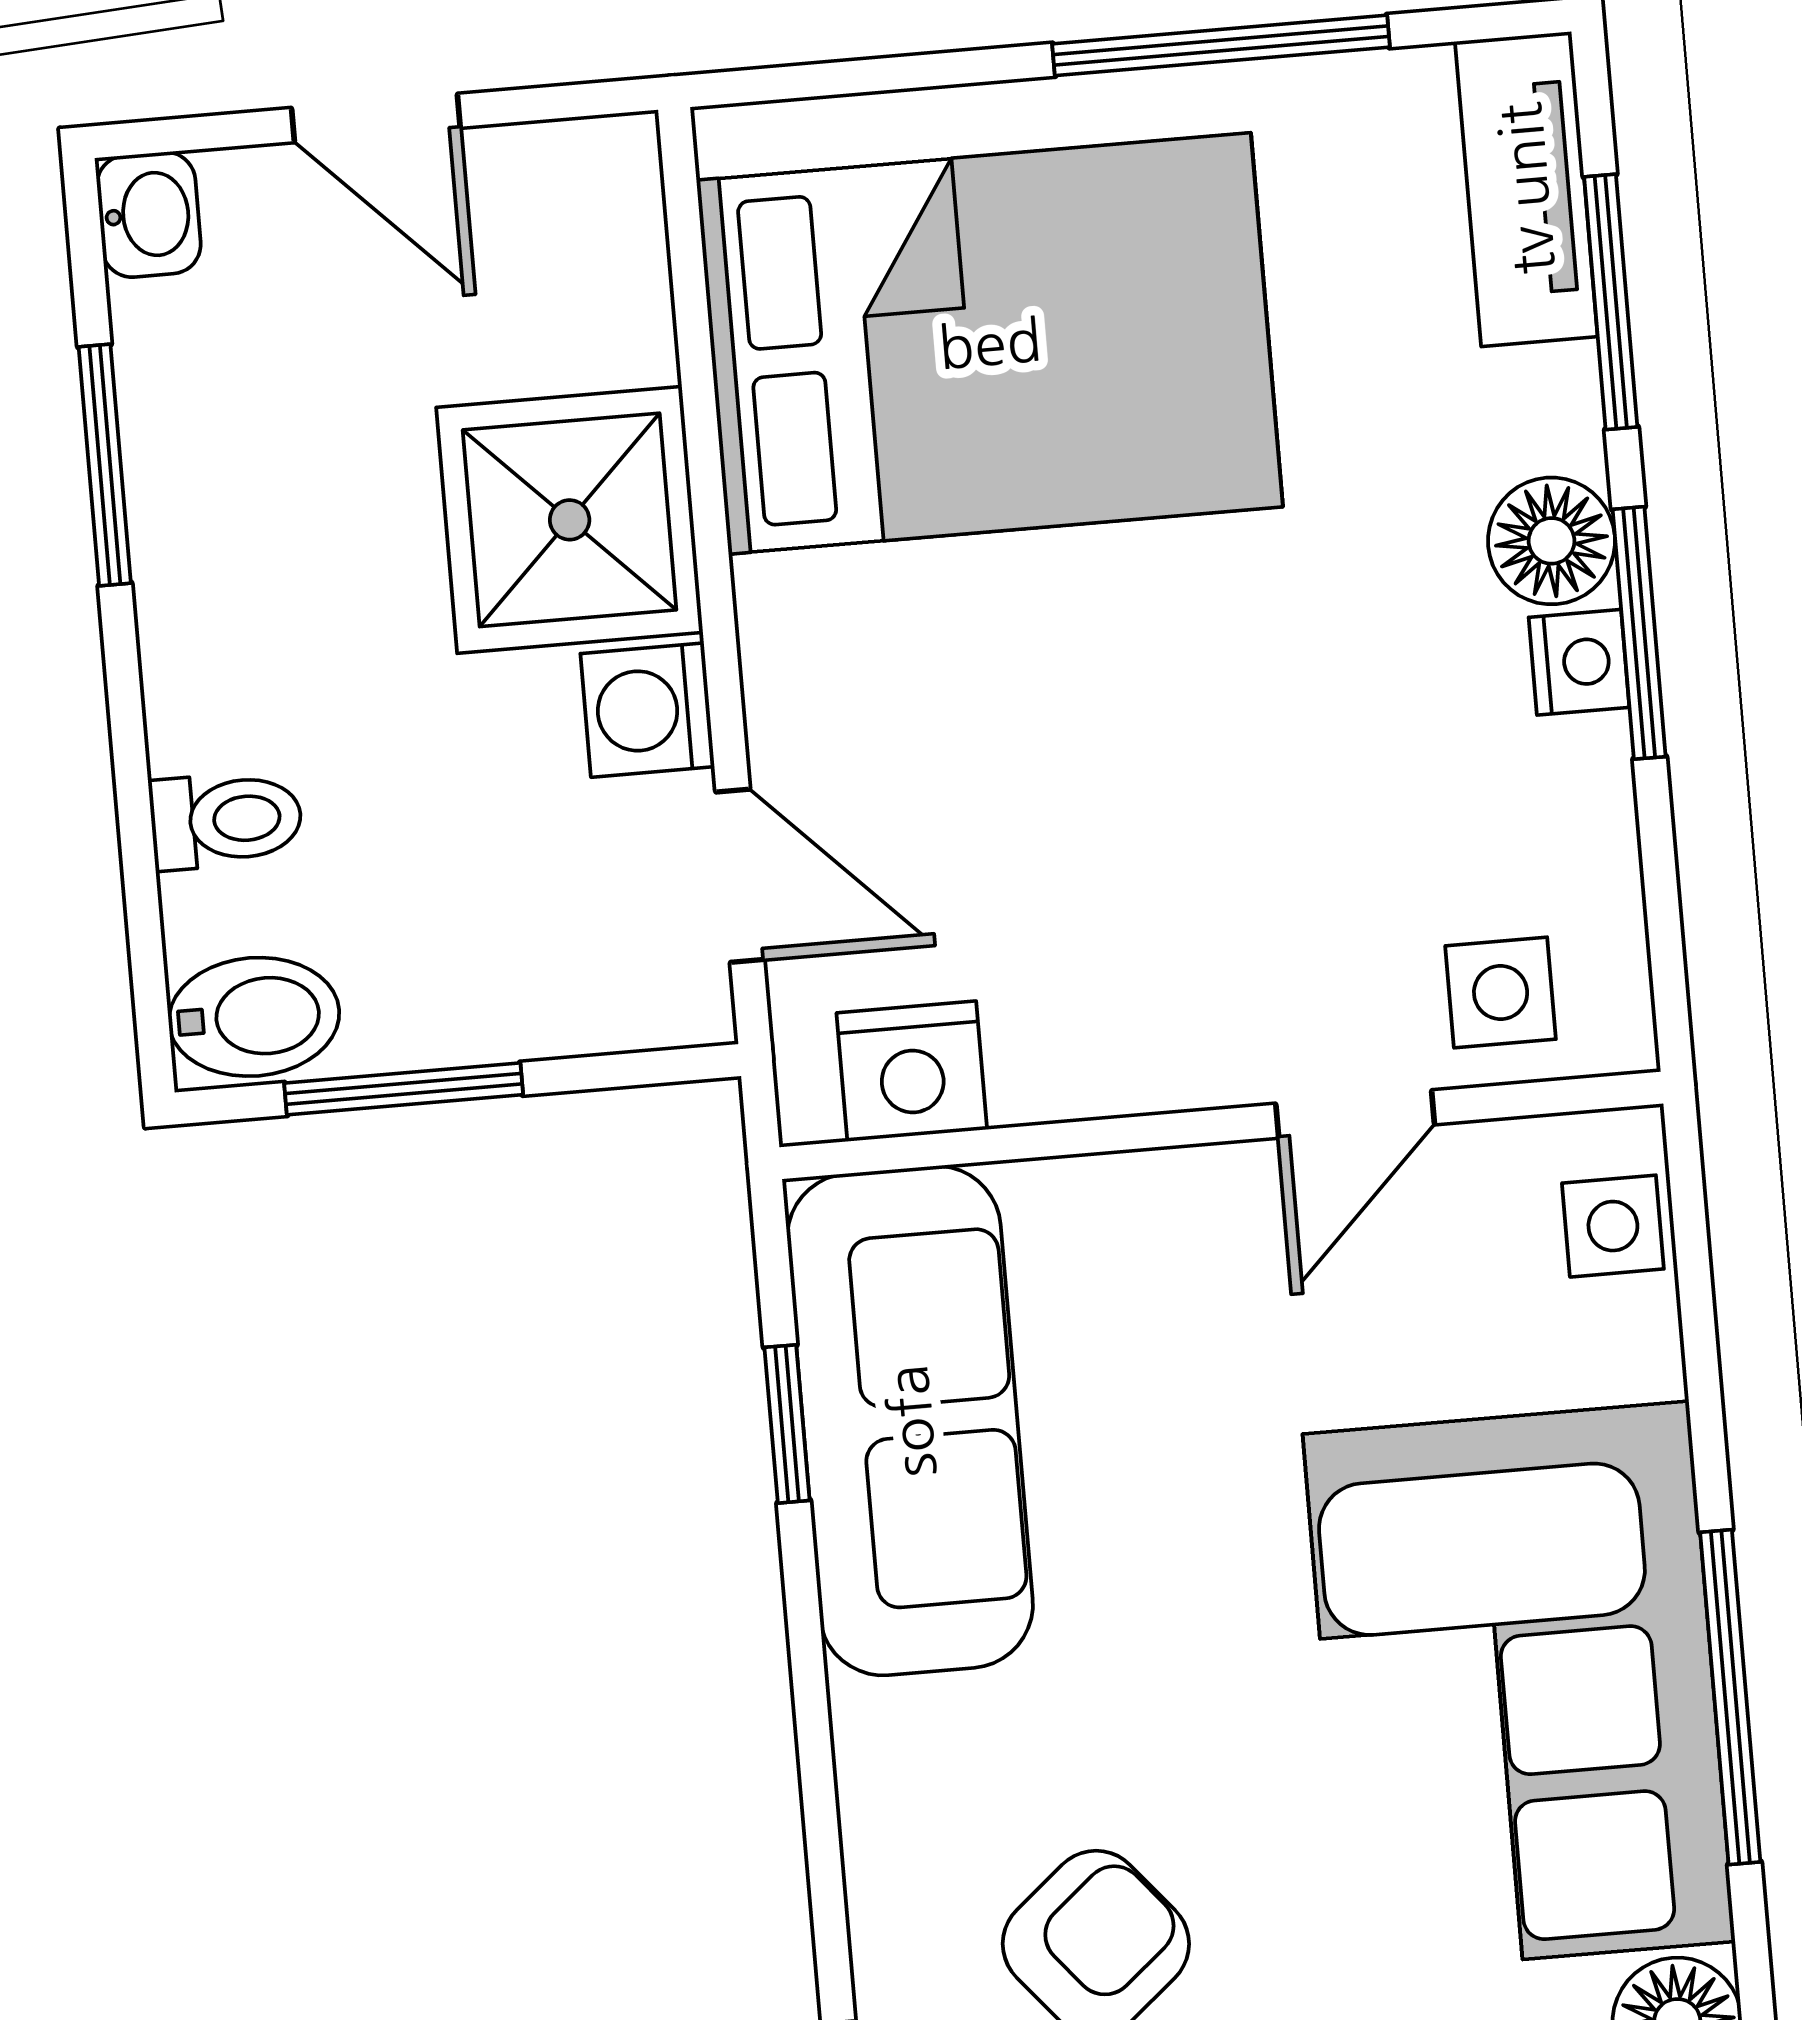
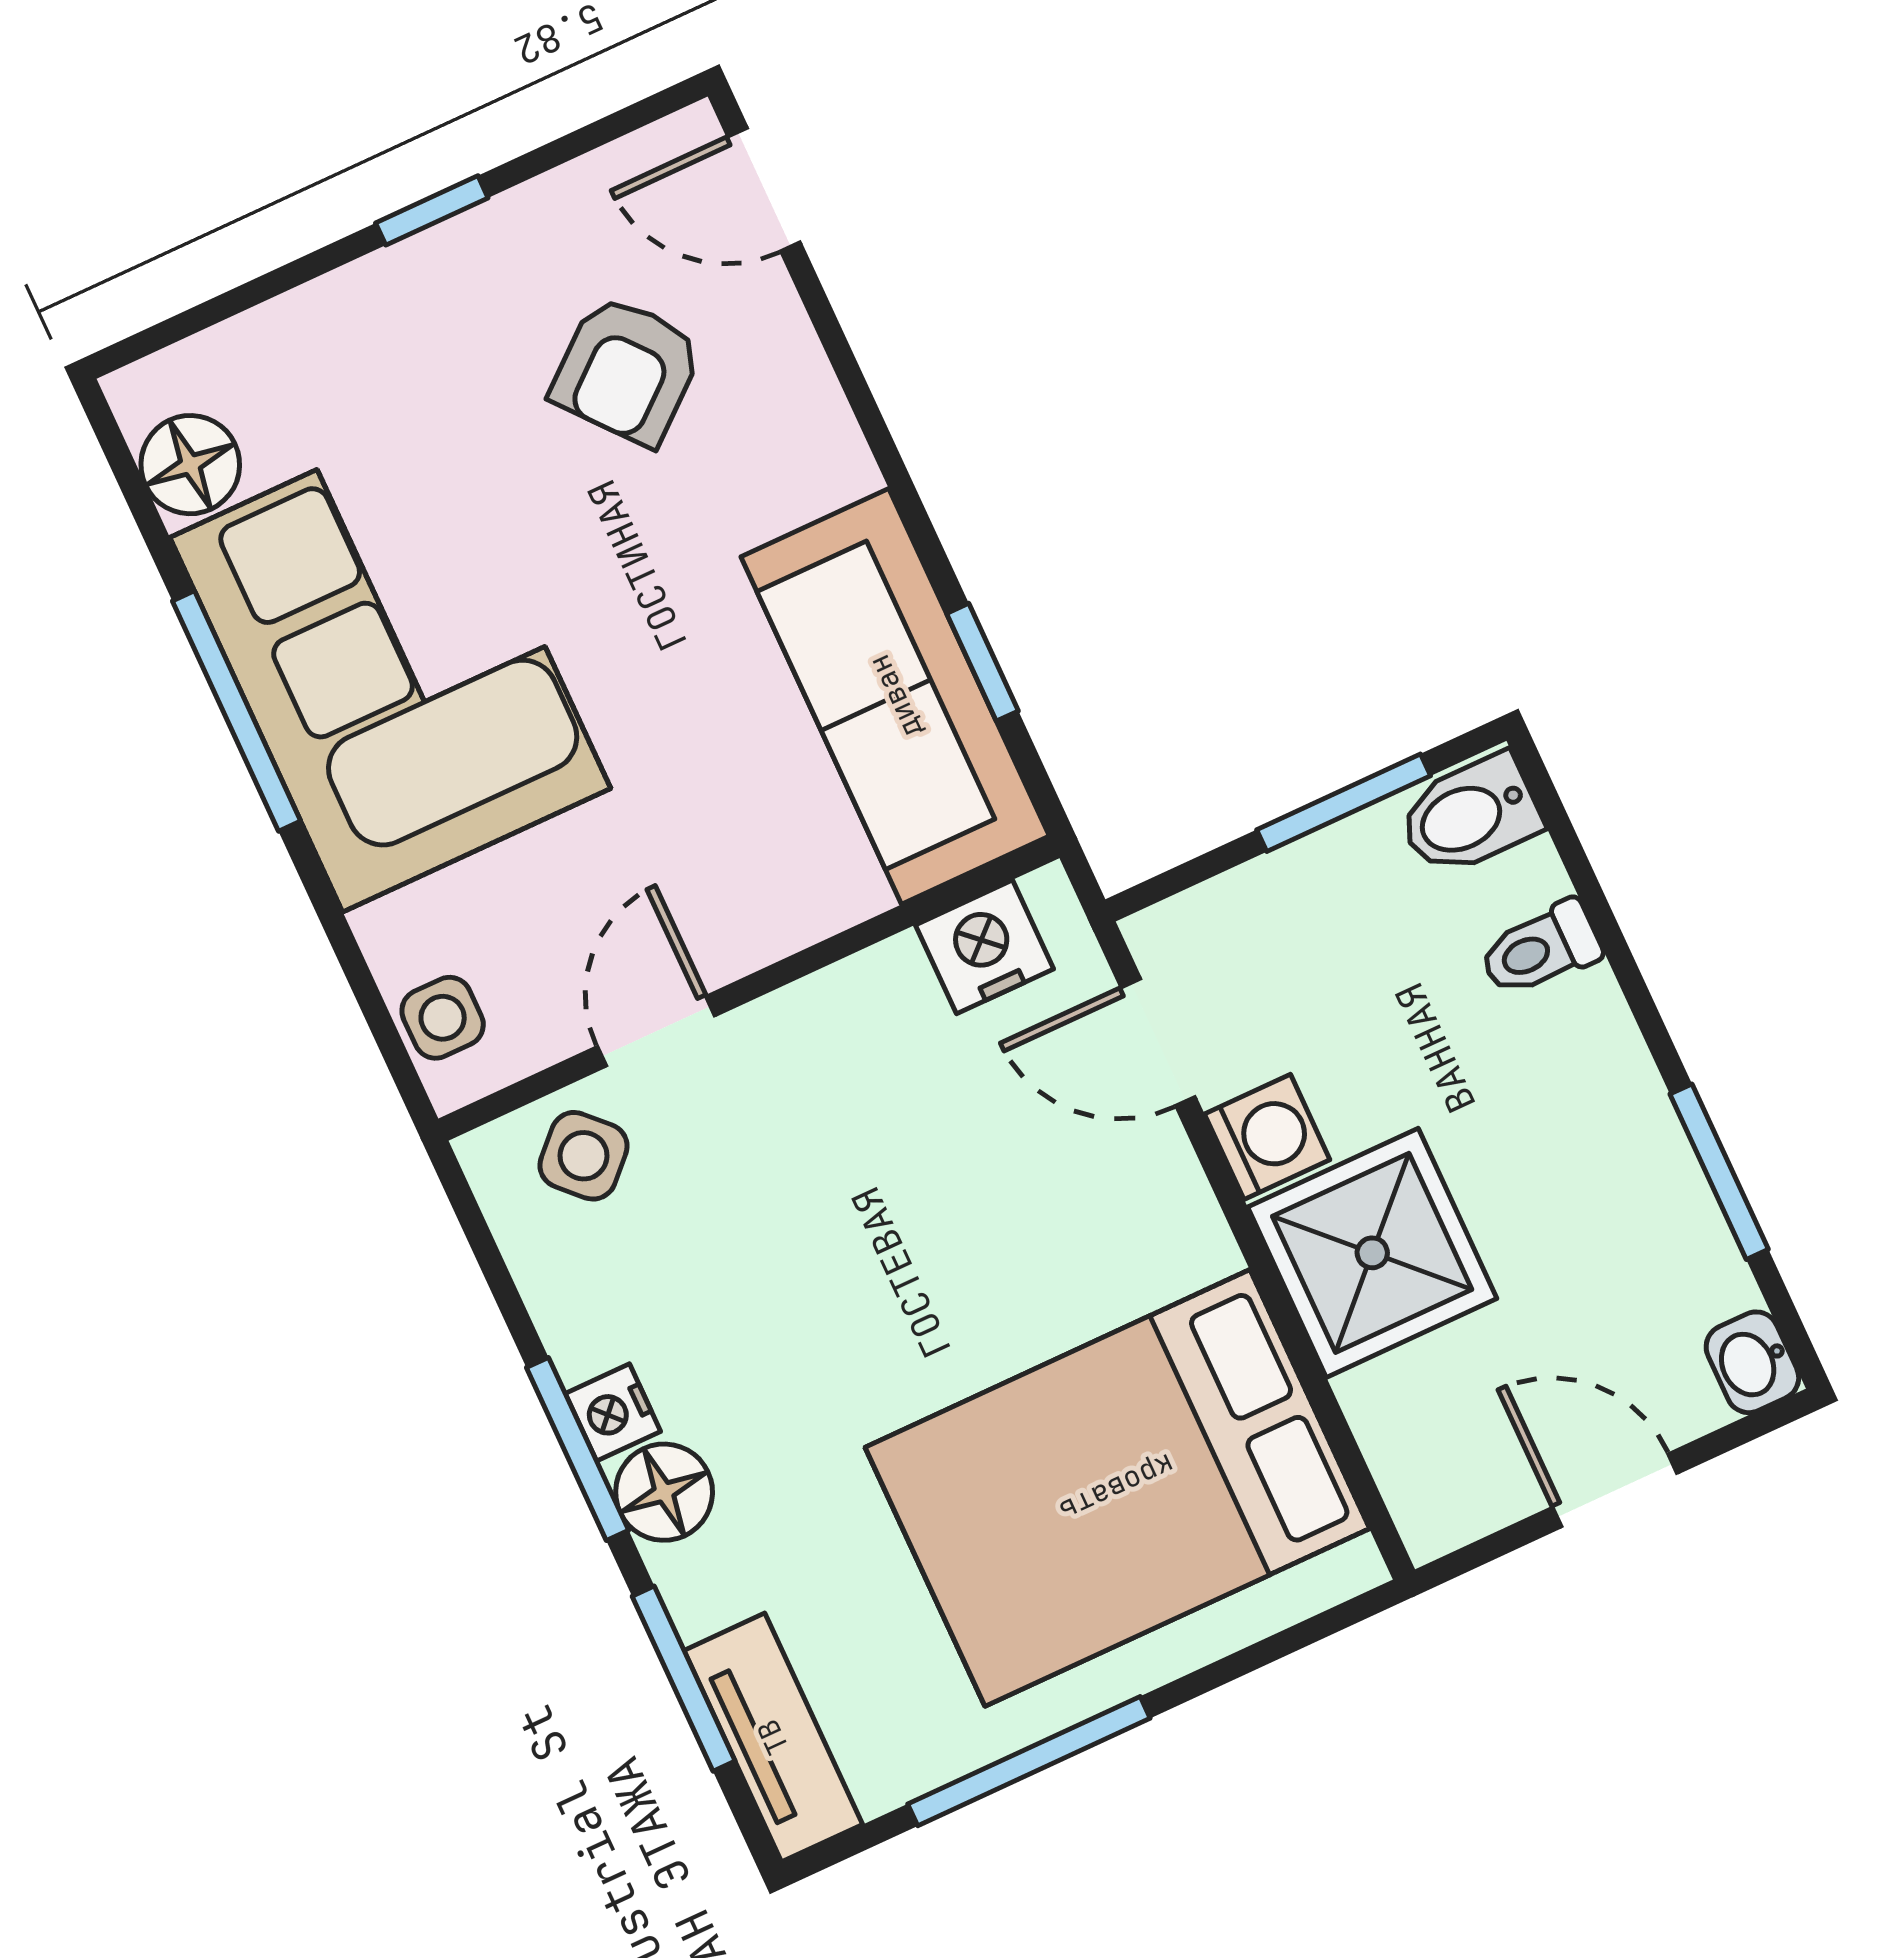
side table: (1501, 993) -> (583, 1156), turned 45

